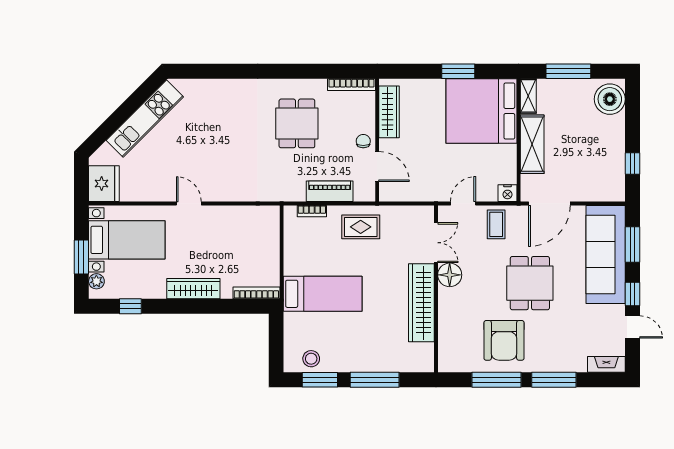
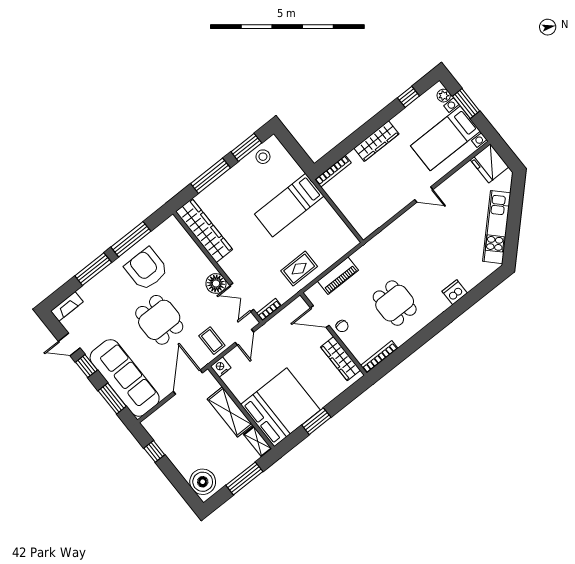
dishwasher: (233, 89) -> (455, 292), added
bookcase: (312, 211) -> (269, 310), moved
wardrobe: (421, 303) -> (204, 231), moved

